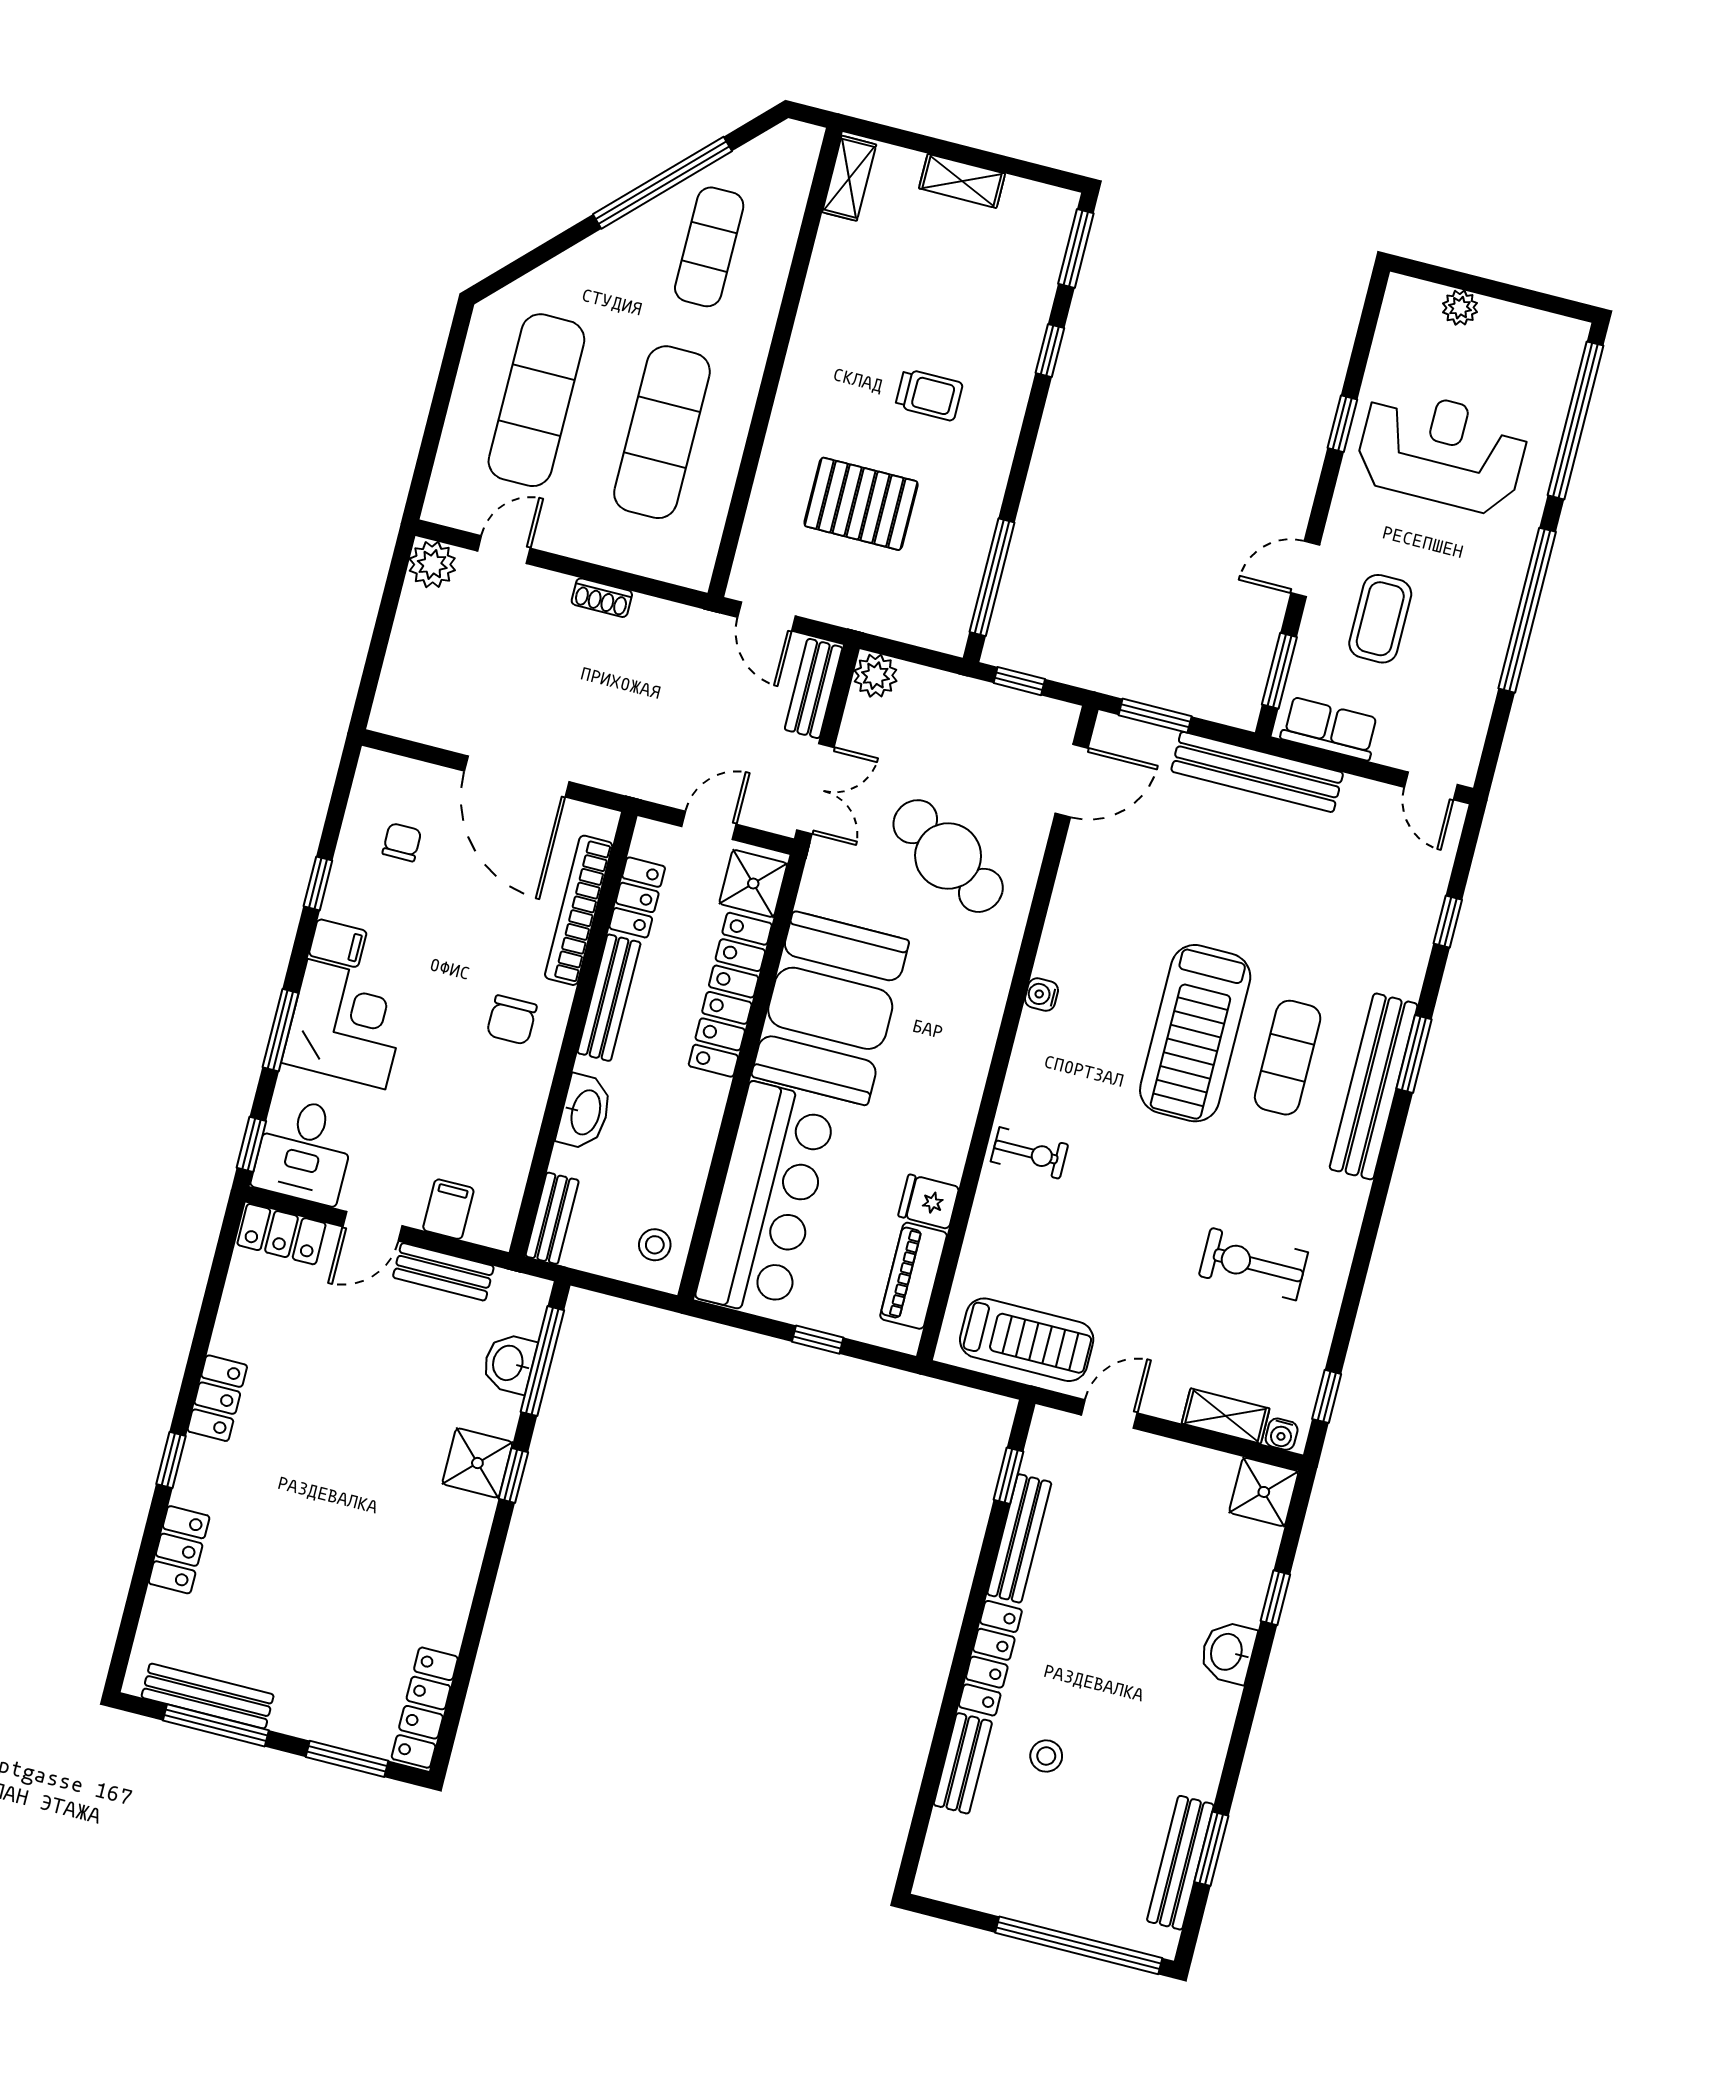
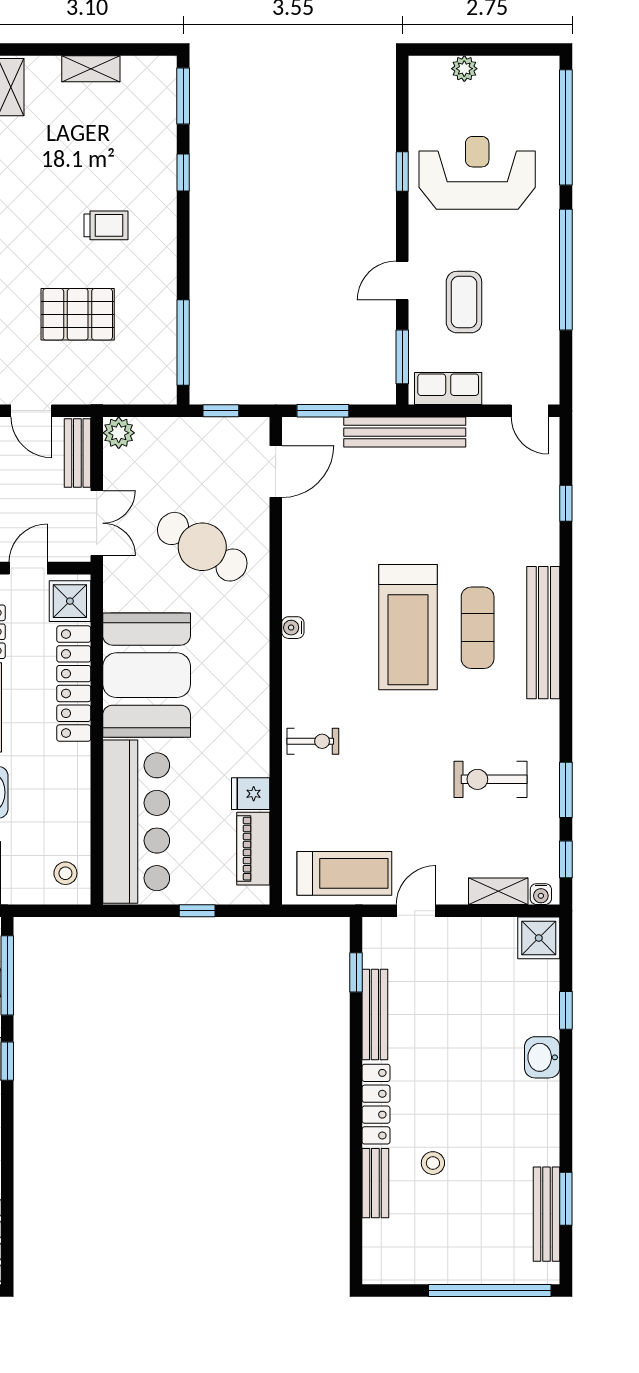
window: (1414, 1054) -> (566, 790), moved

